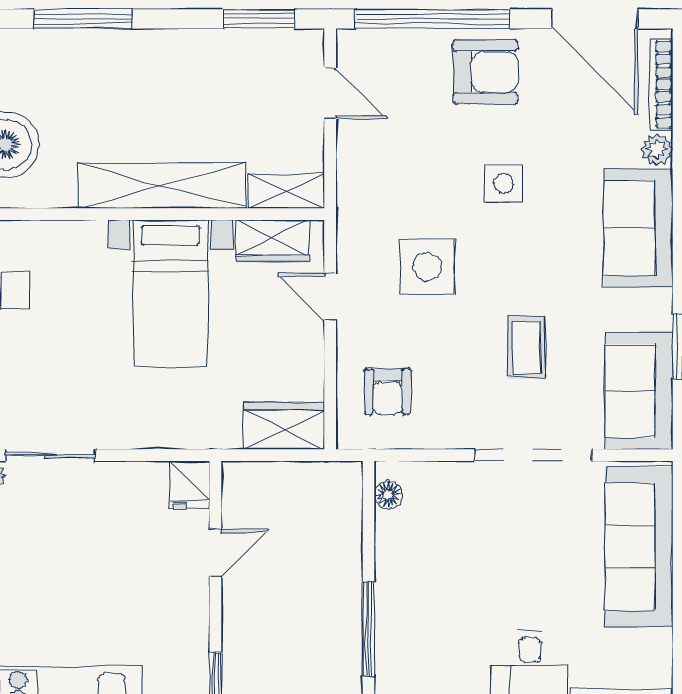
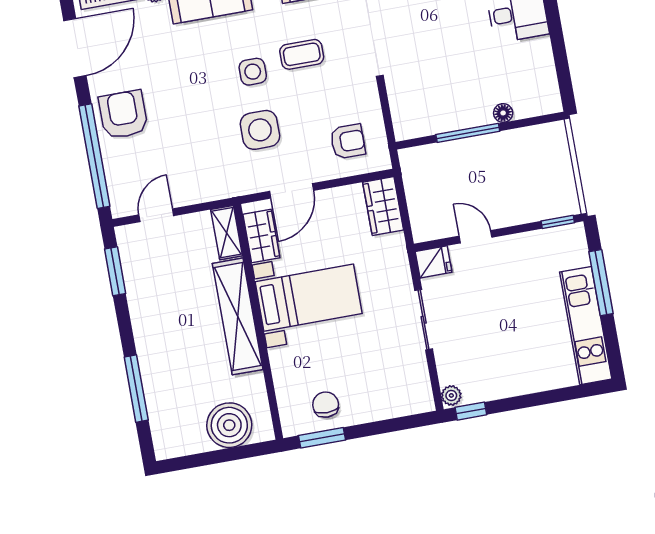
side table: (504, 184) -> (253, 72), moved
door: (330, 297) -> (291, 191), width x1.38
sliding door: (50, 455) -> (424, 320), moved
floor lamp: (388, 495) -> (503, 113), moved
window: (369, 629) -> (468, 133), moved

